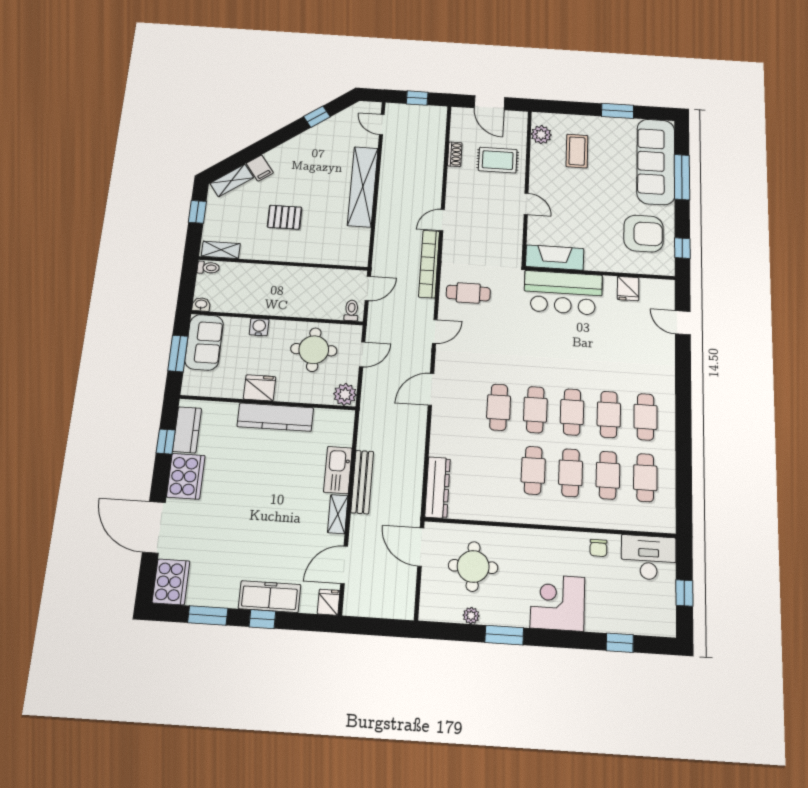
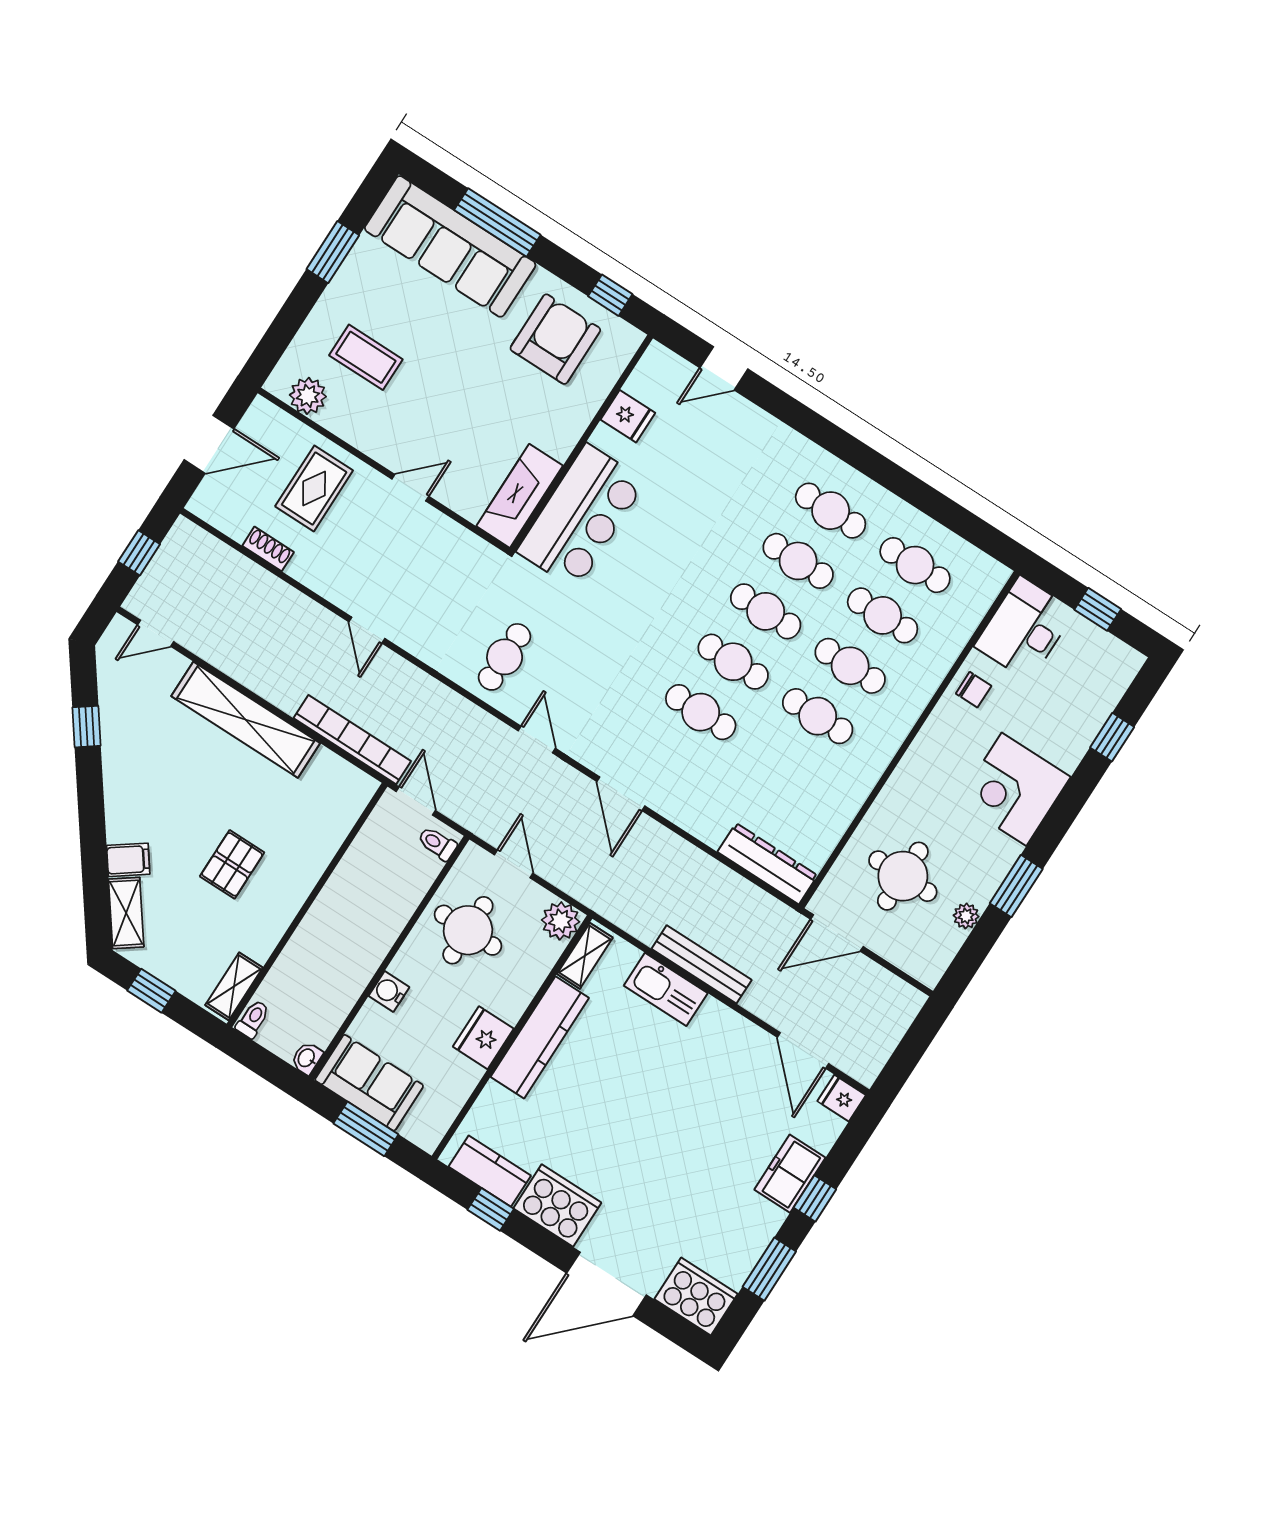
bookcase: (429, 264) -> (352, 740), moved, turned 180
shelving: (338, 514) -> (585, 956), moved, turned 90
freezer: (270, 597) -> (790, 1174), width x0.71

